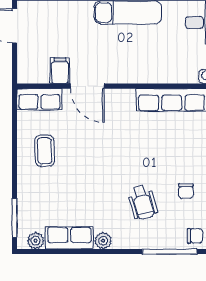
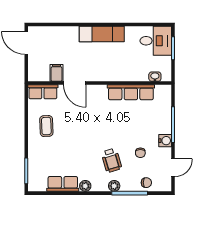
plant: (36, 241) -> (114, 186), moved

